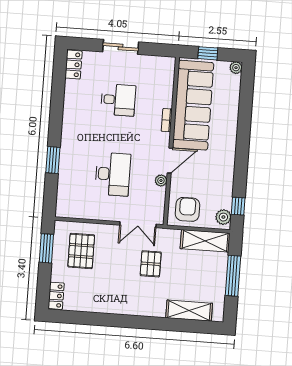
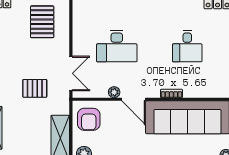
armchair: (188, 209) -> (89, 119), turned 90
double door: (138, 225) -> (71, 73), swing flipped
pallet: (81, 251) -> (42, 22), turned 90

